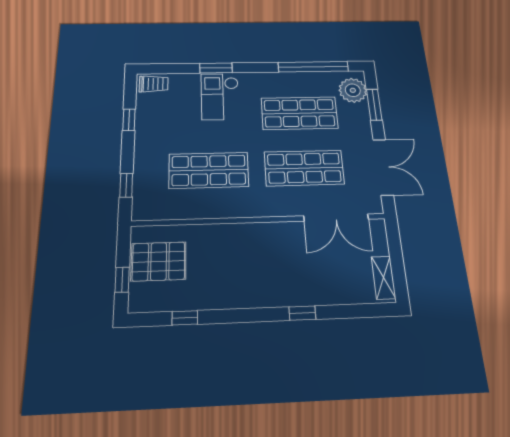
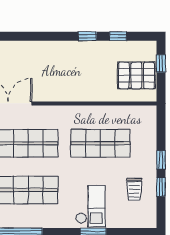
trolley: (154, 84) -> (134, 189), moved, turned -90
window: (126, 185) -> (161, 160), moved
window: (302, 313) -> (87, 36), moved

